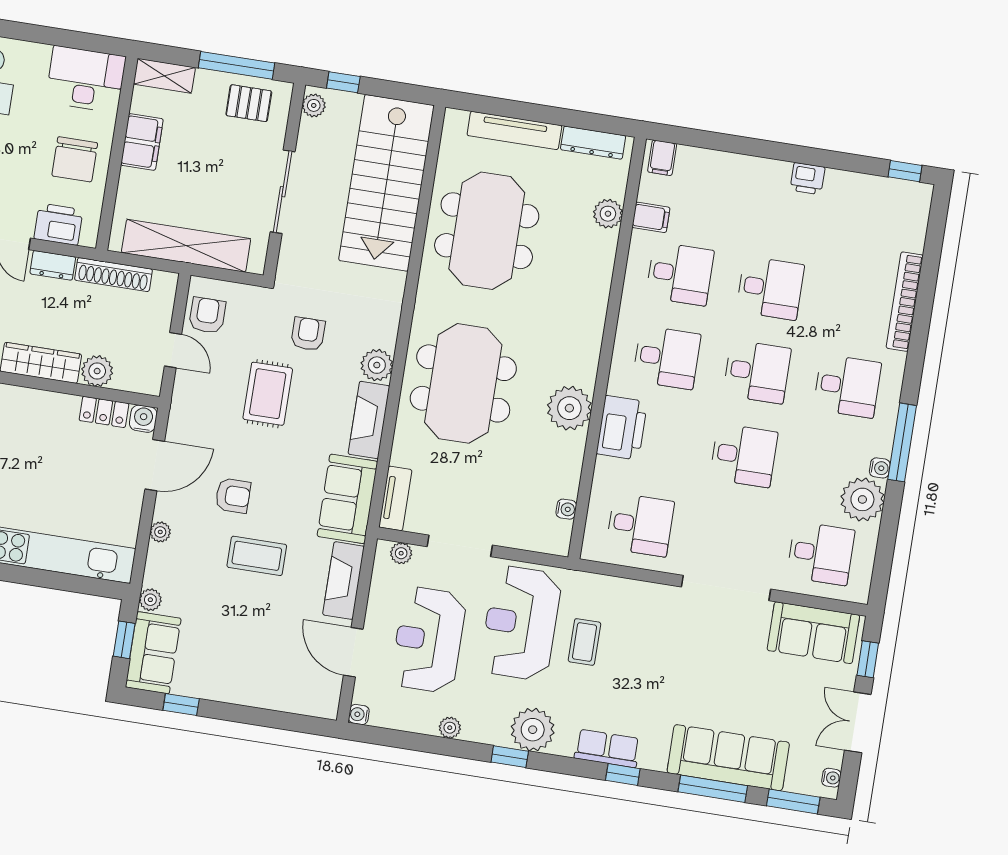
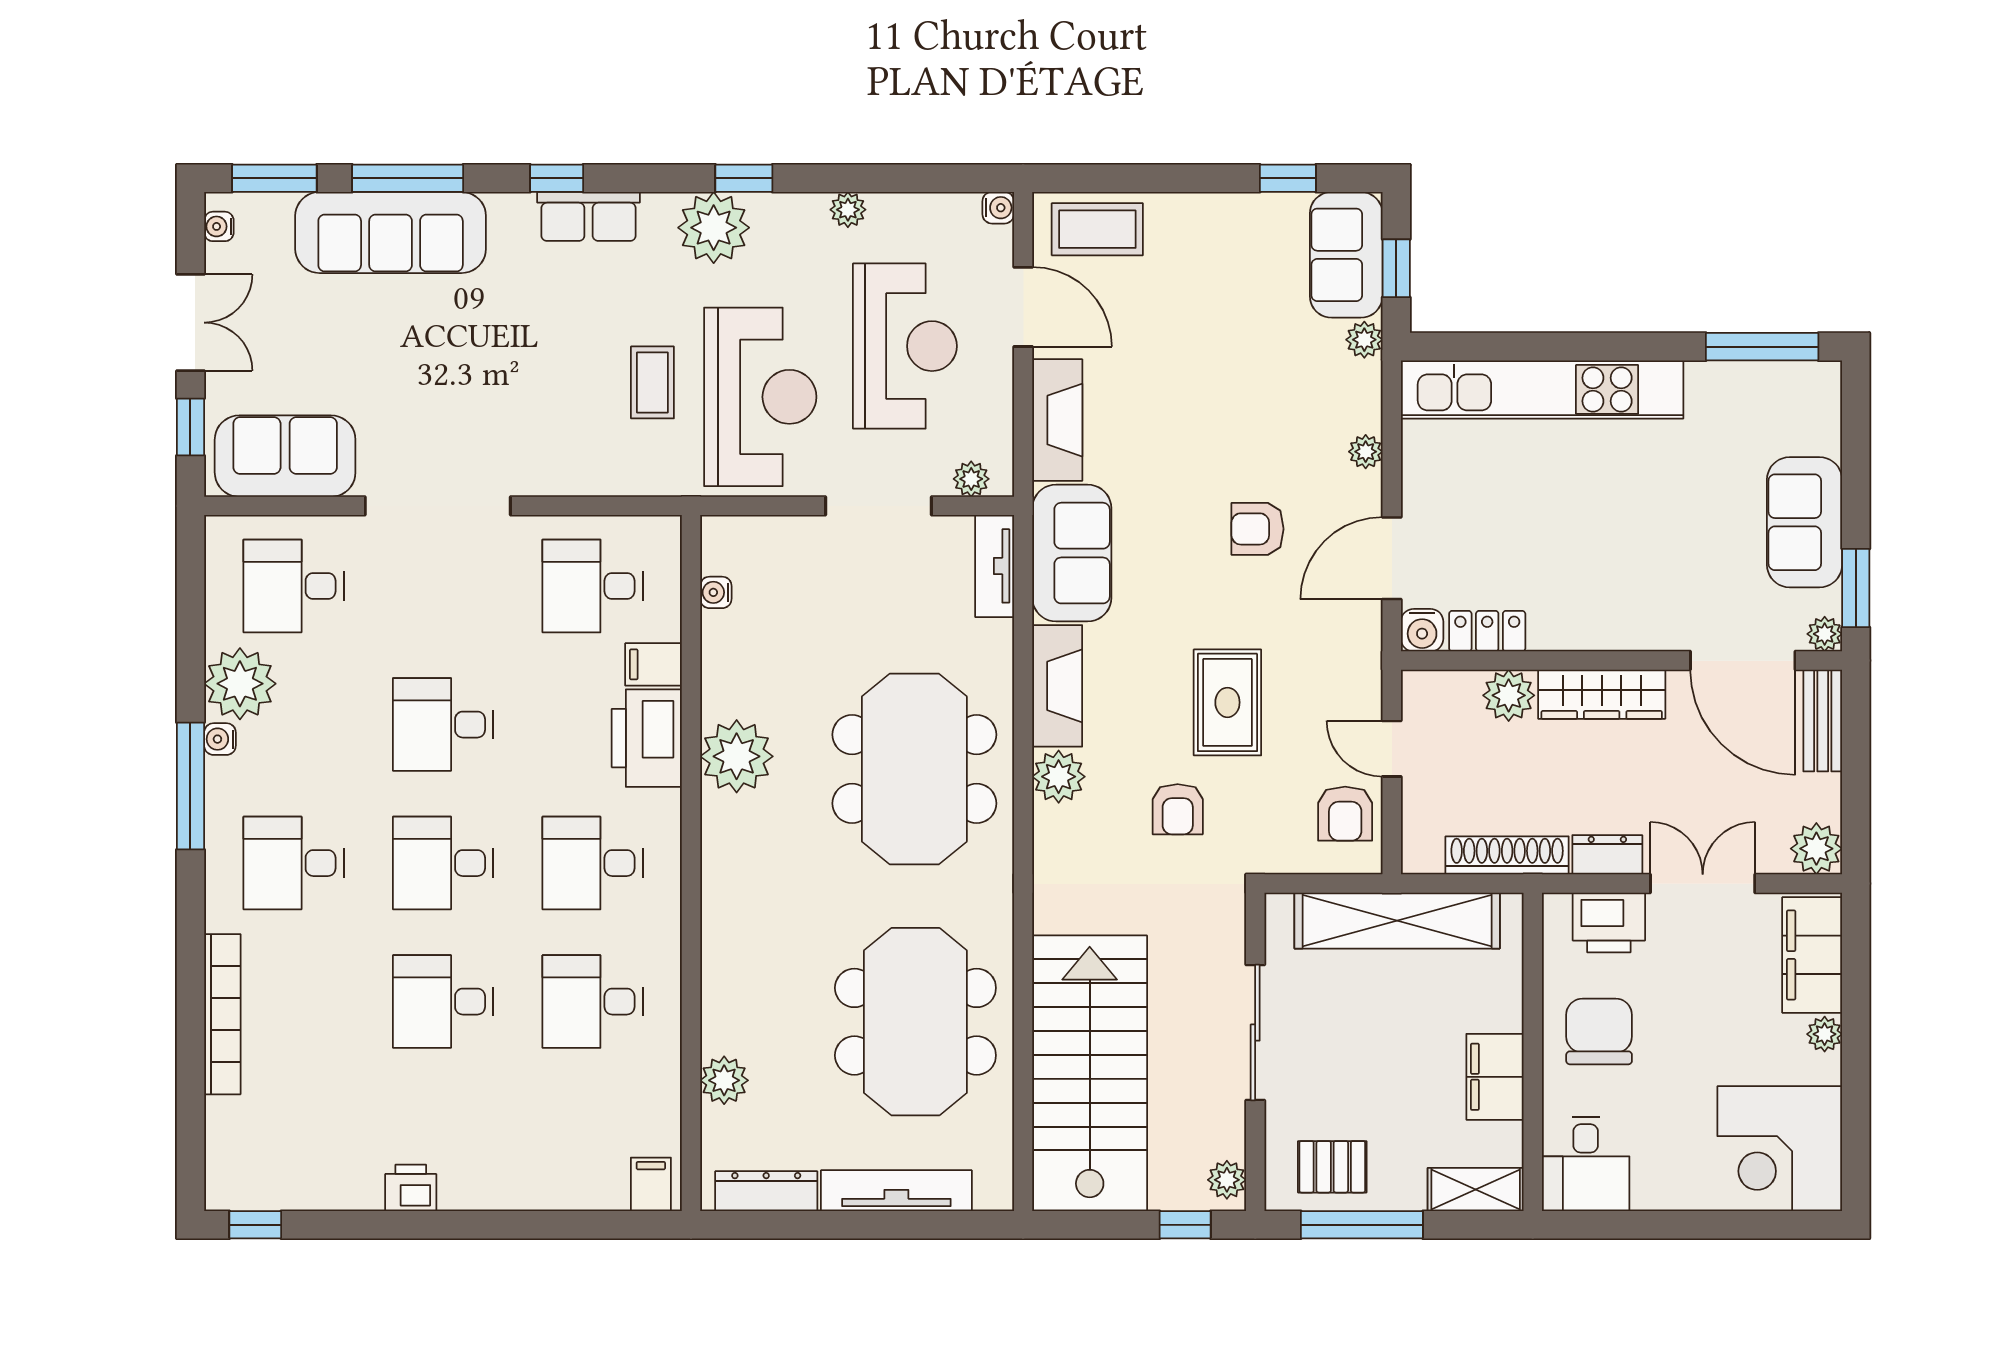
desk: (86, 79) -> (1586, 1164), width x0.73
filing cabinet: (651, 217) -> (654, 664), moved
coffee table: (257, 556) -> (1097, 229), moved

